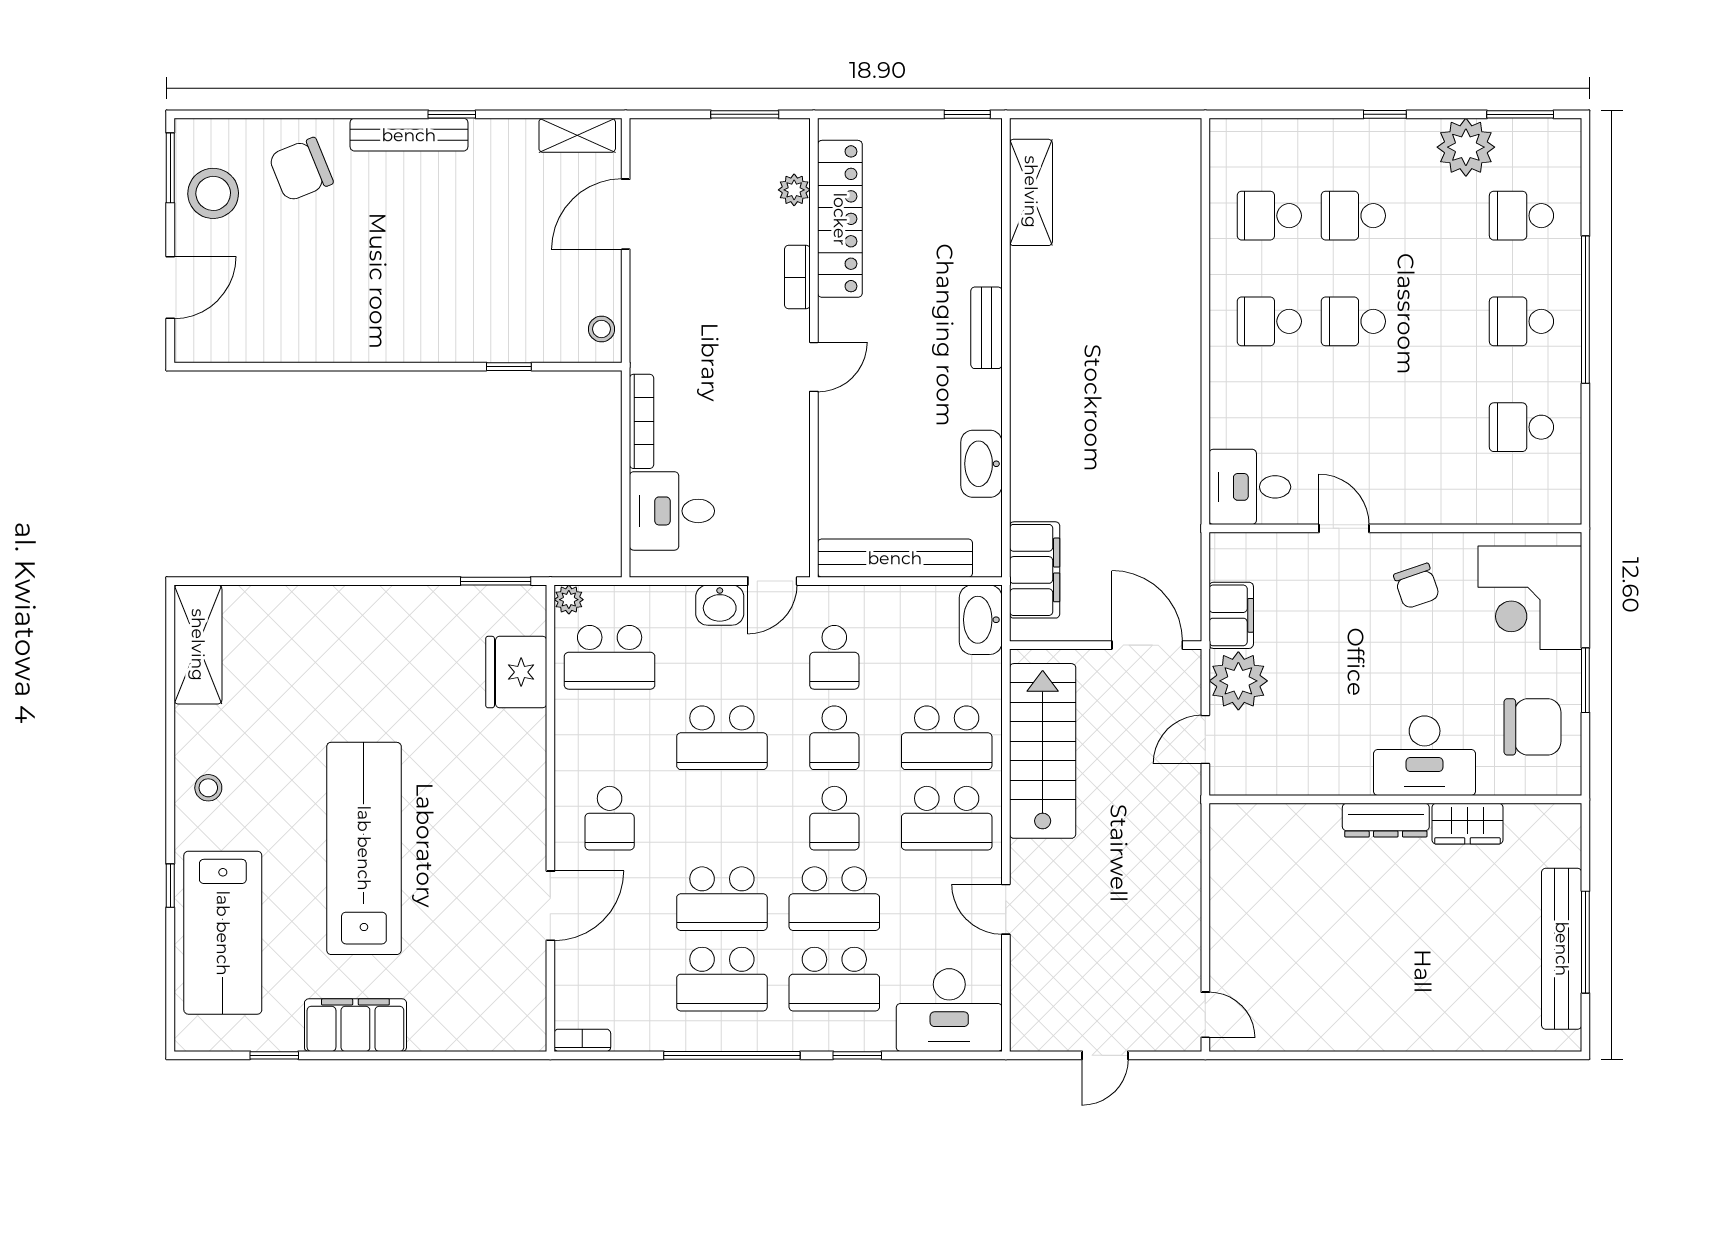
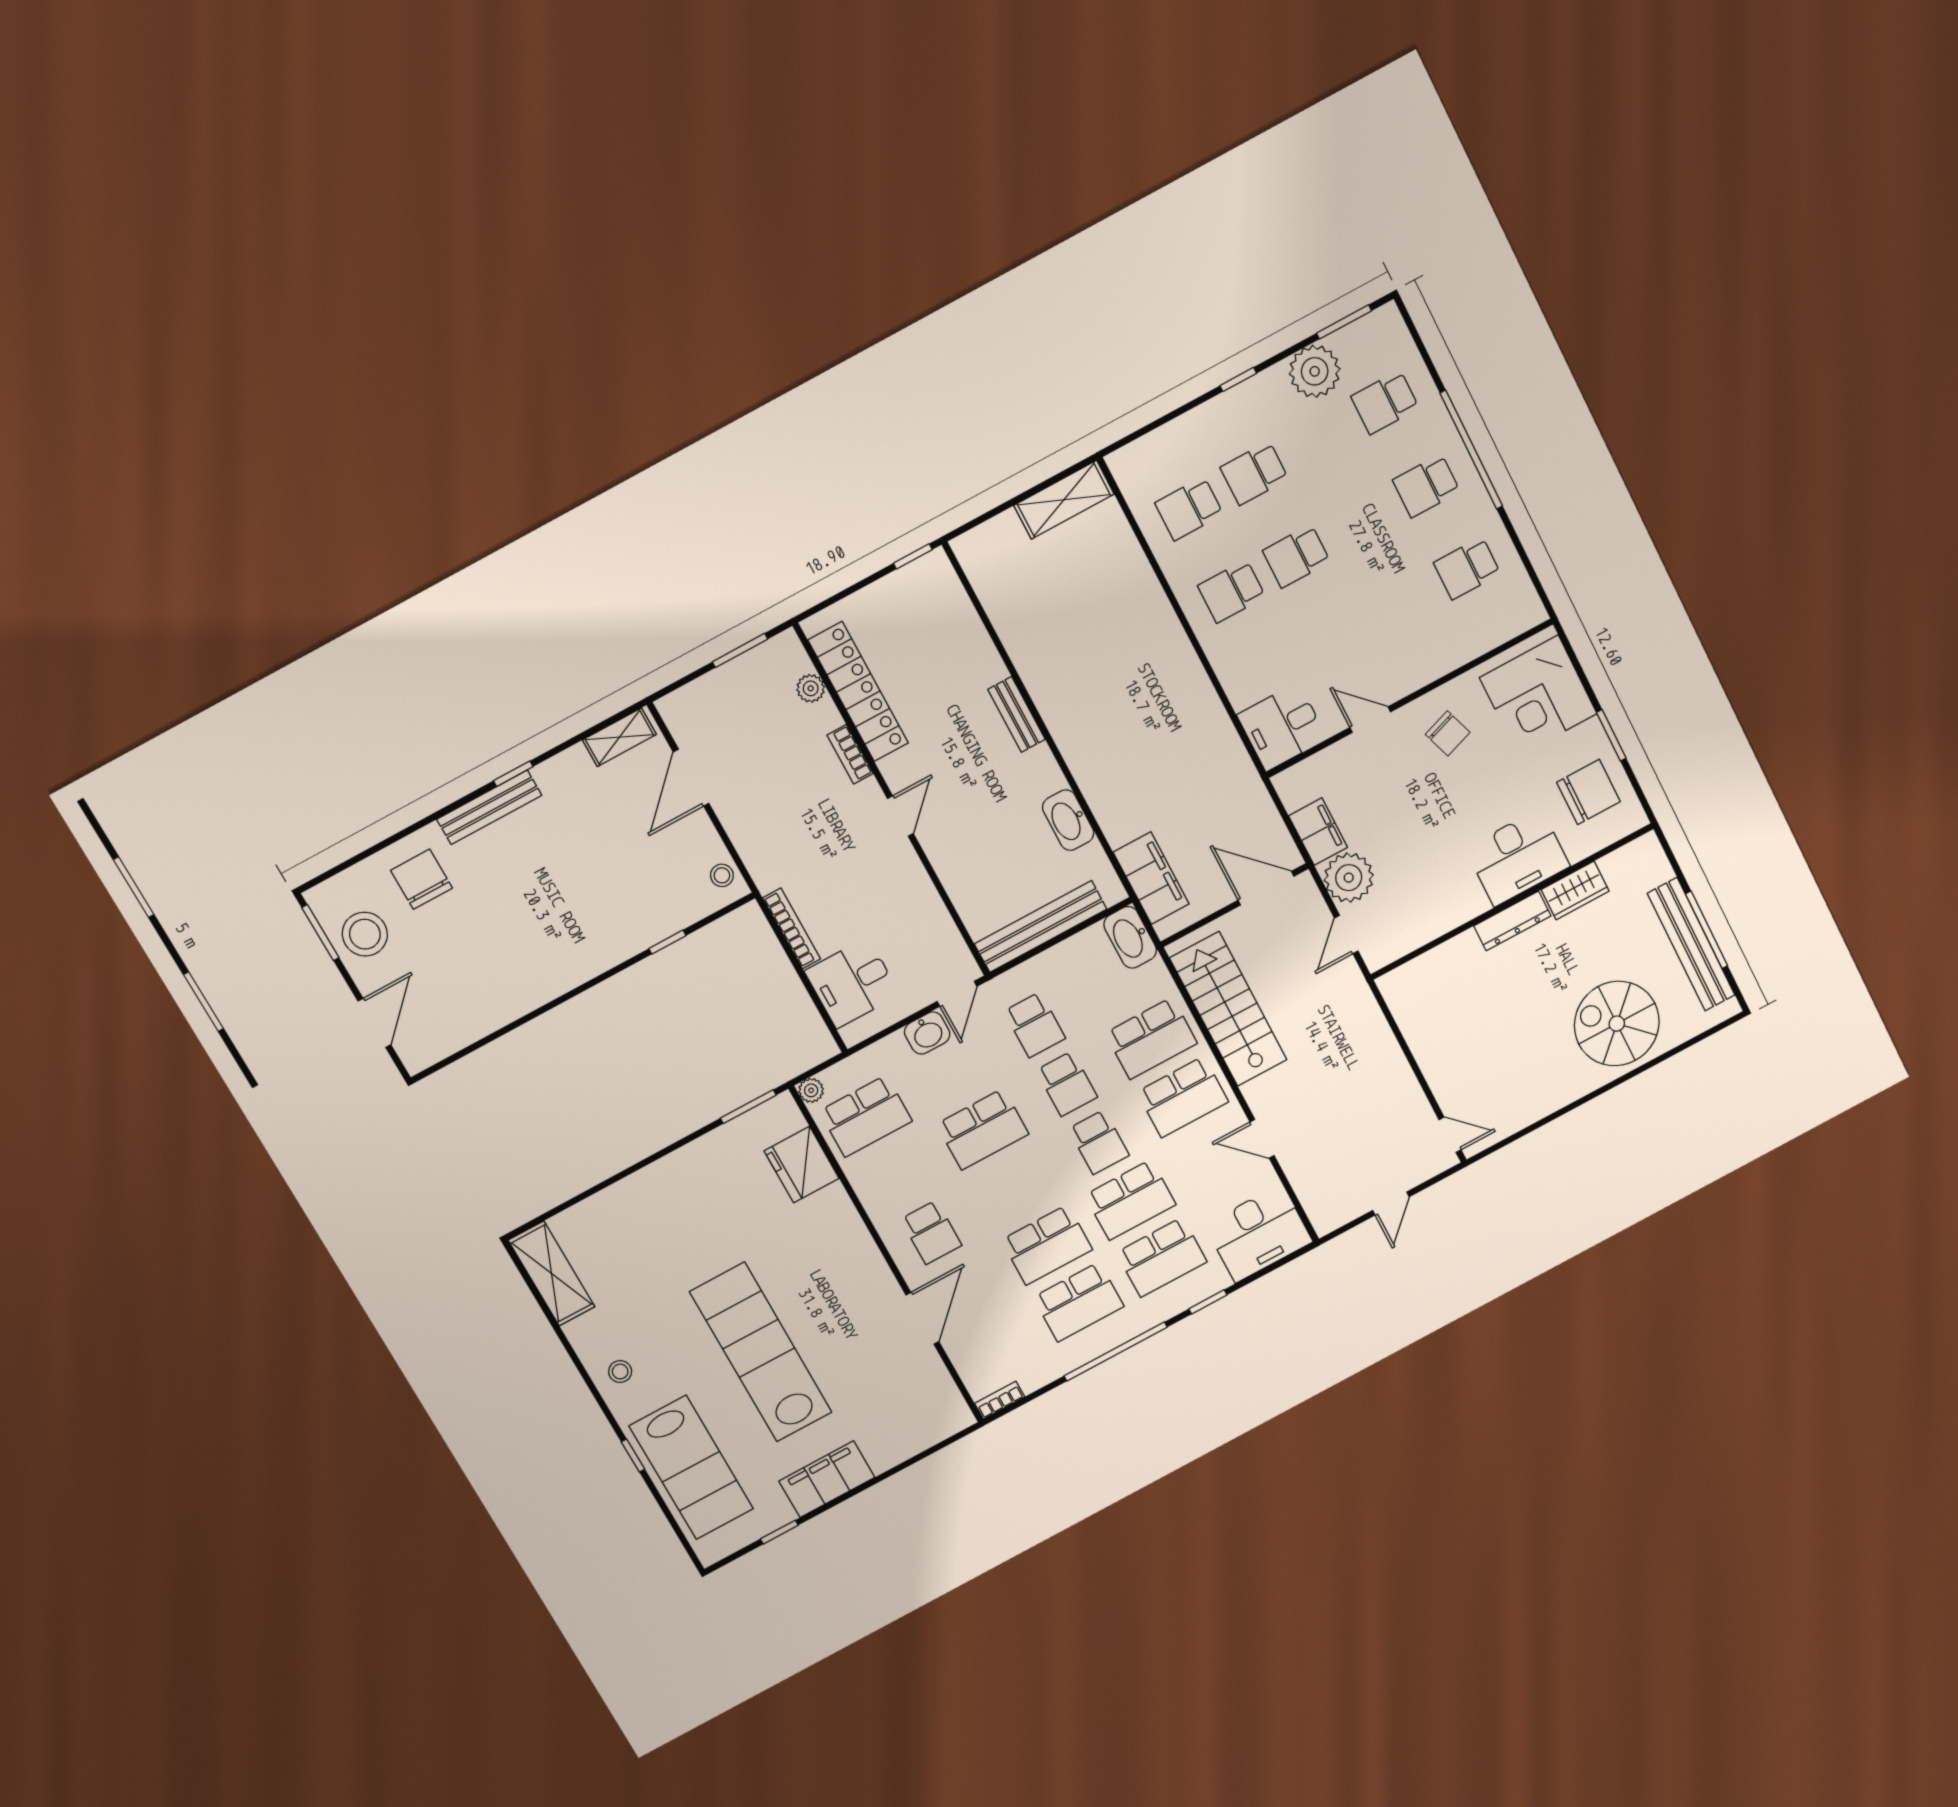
chair: (301, 169) -> (421, 879), turned 112
shelving: (1031, 192) -> (1064, 500), moved, turned 90
spiral stairs: (1441, 991) -> (1617, 1024), added

